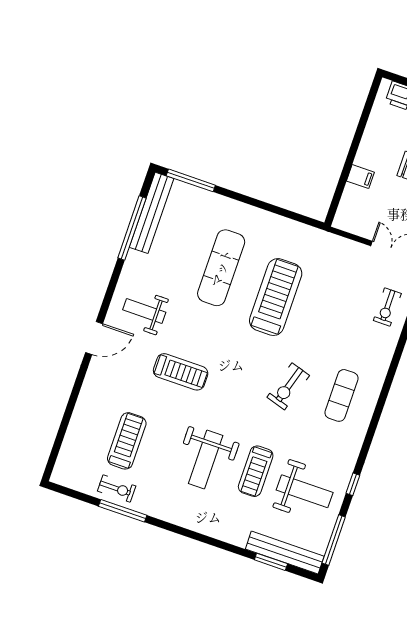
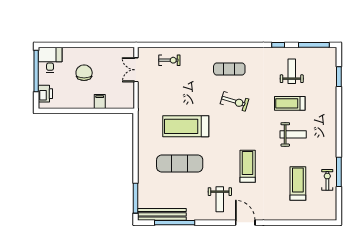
treadmill: (127, 441) -> (298, 183), turned 90
weight bench: (206, 460) -> (293, 134), width x0.73, depth x0.75
treadmill: (256, 471) -> (290, 103), turned 180
weight bench: (305, 491) -> (292, 71), width x0.73, depth x0.75
bench: (285, 553) -> (331, 71), removed

